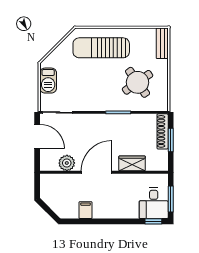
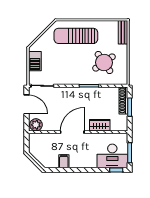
plant: (67, 163) -> (36, 125), moved
desk: (154, 203) -> (112, 156), width x1.37

